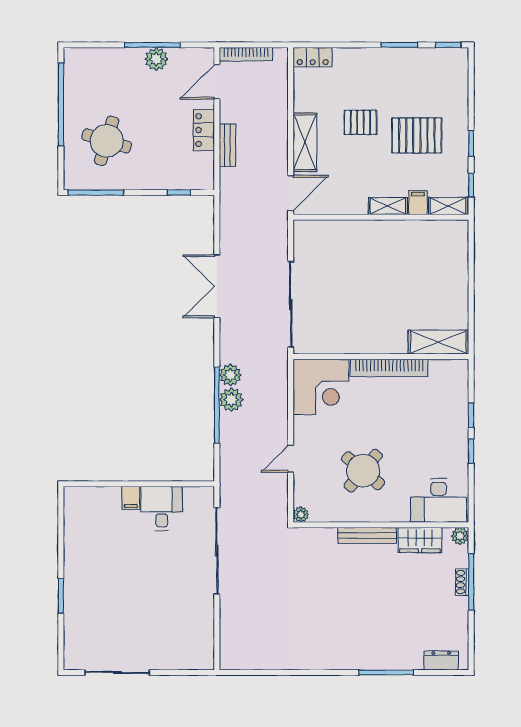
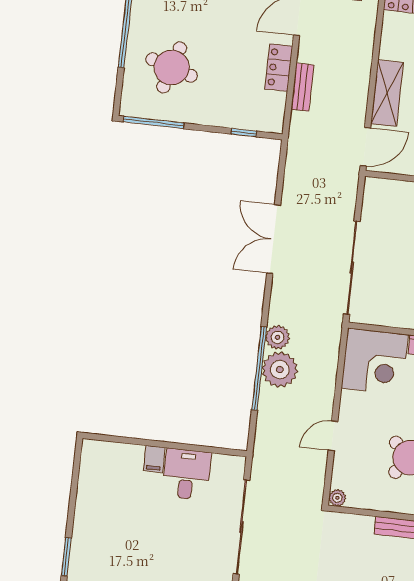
plant: (231, 400) -> (280, 370), width x1.36, depth x1.36

